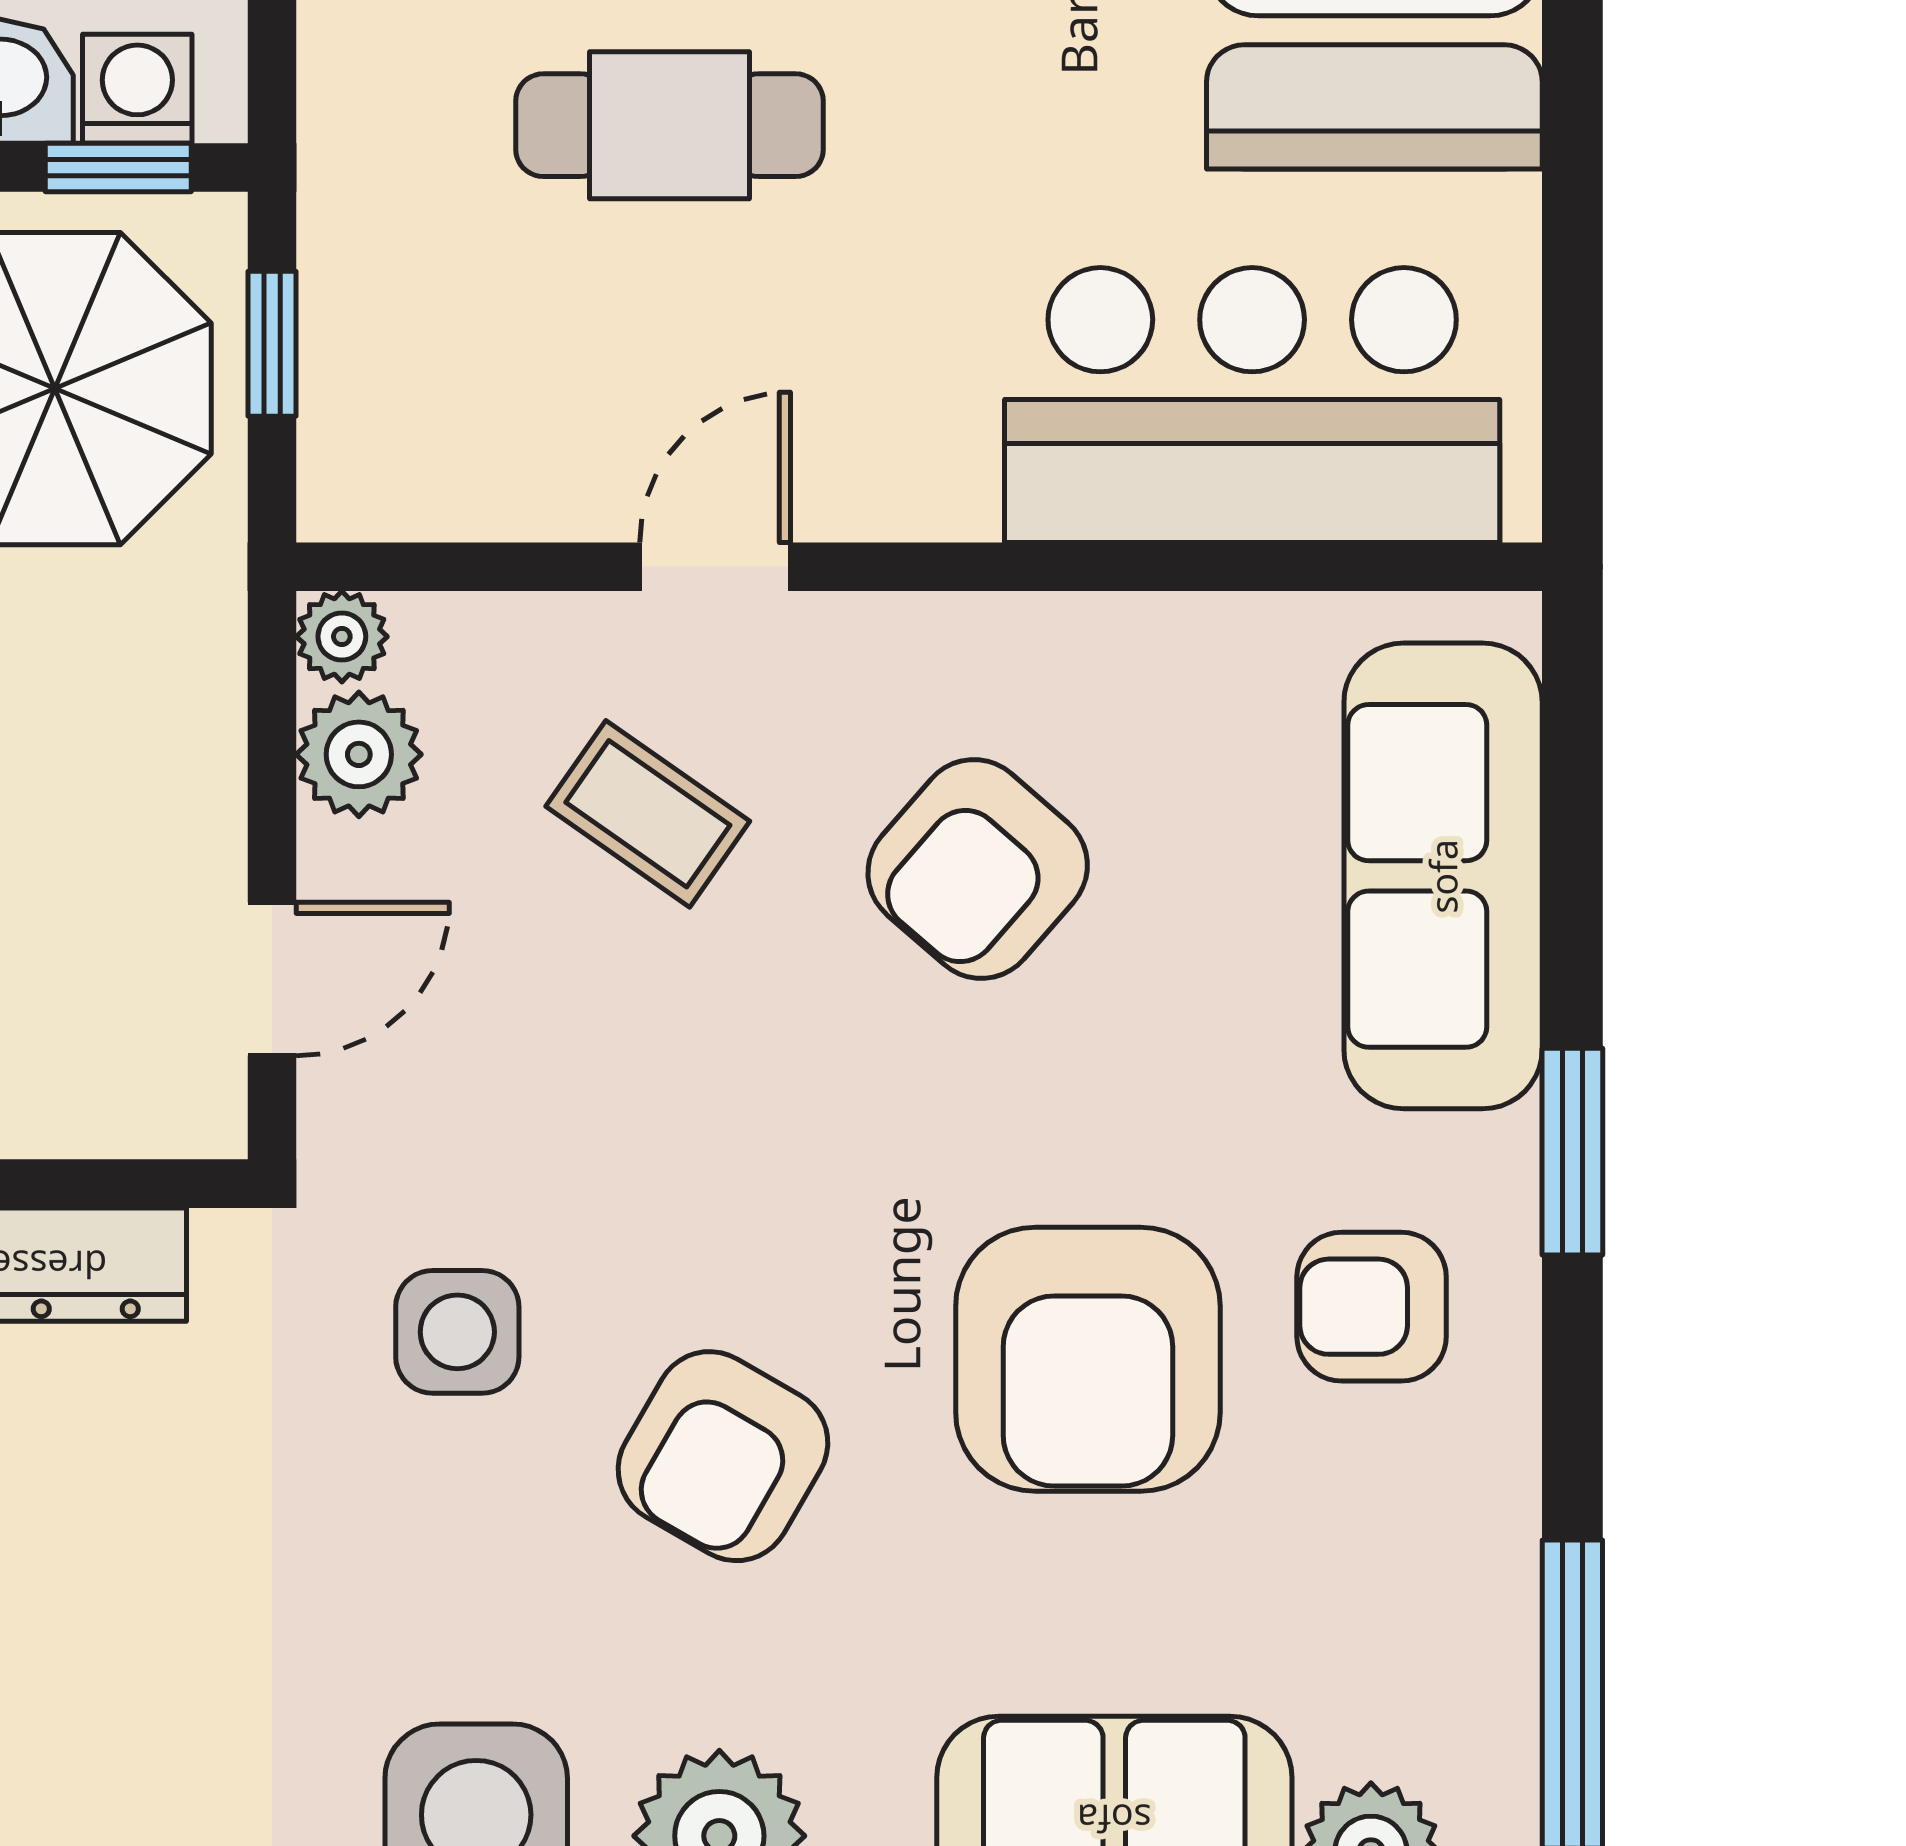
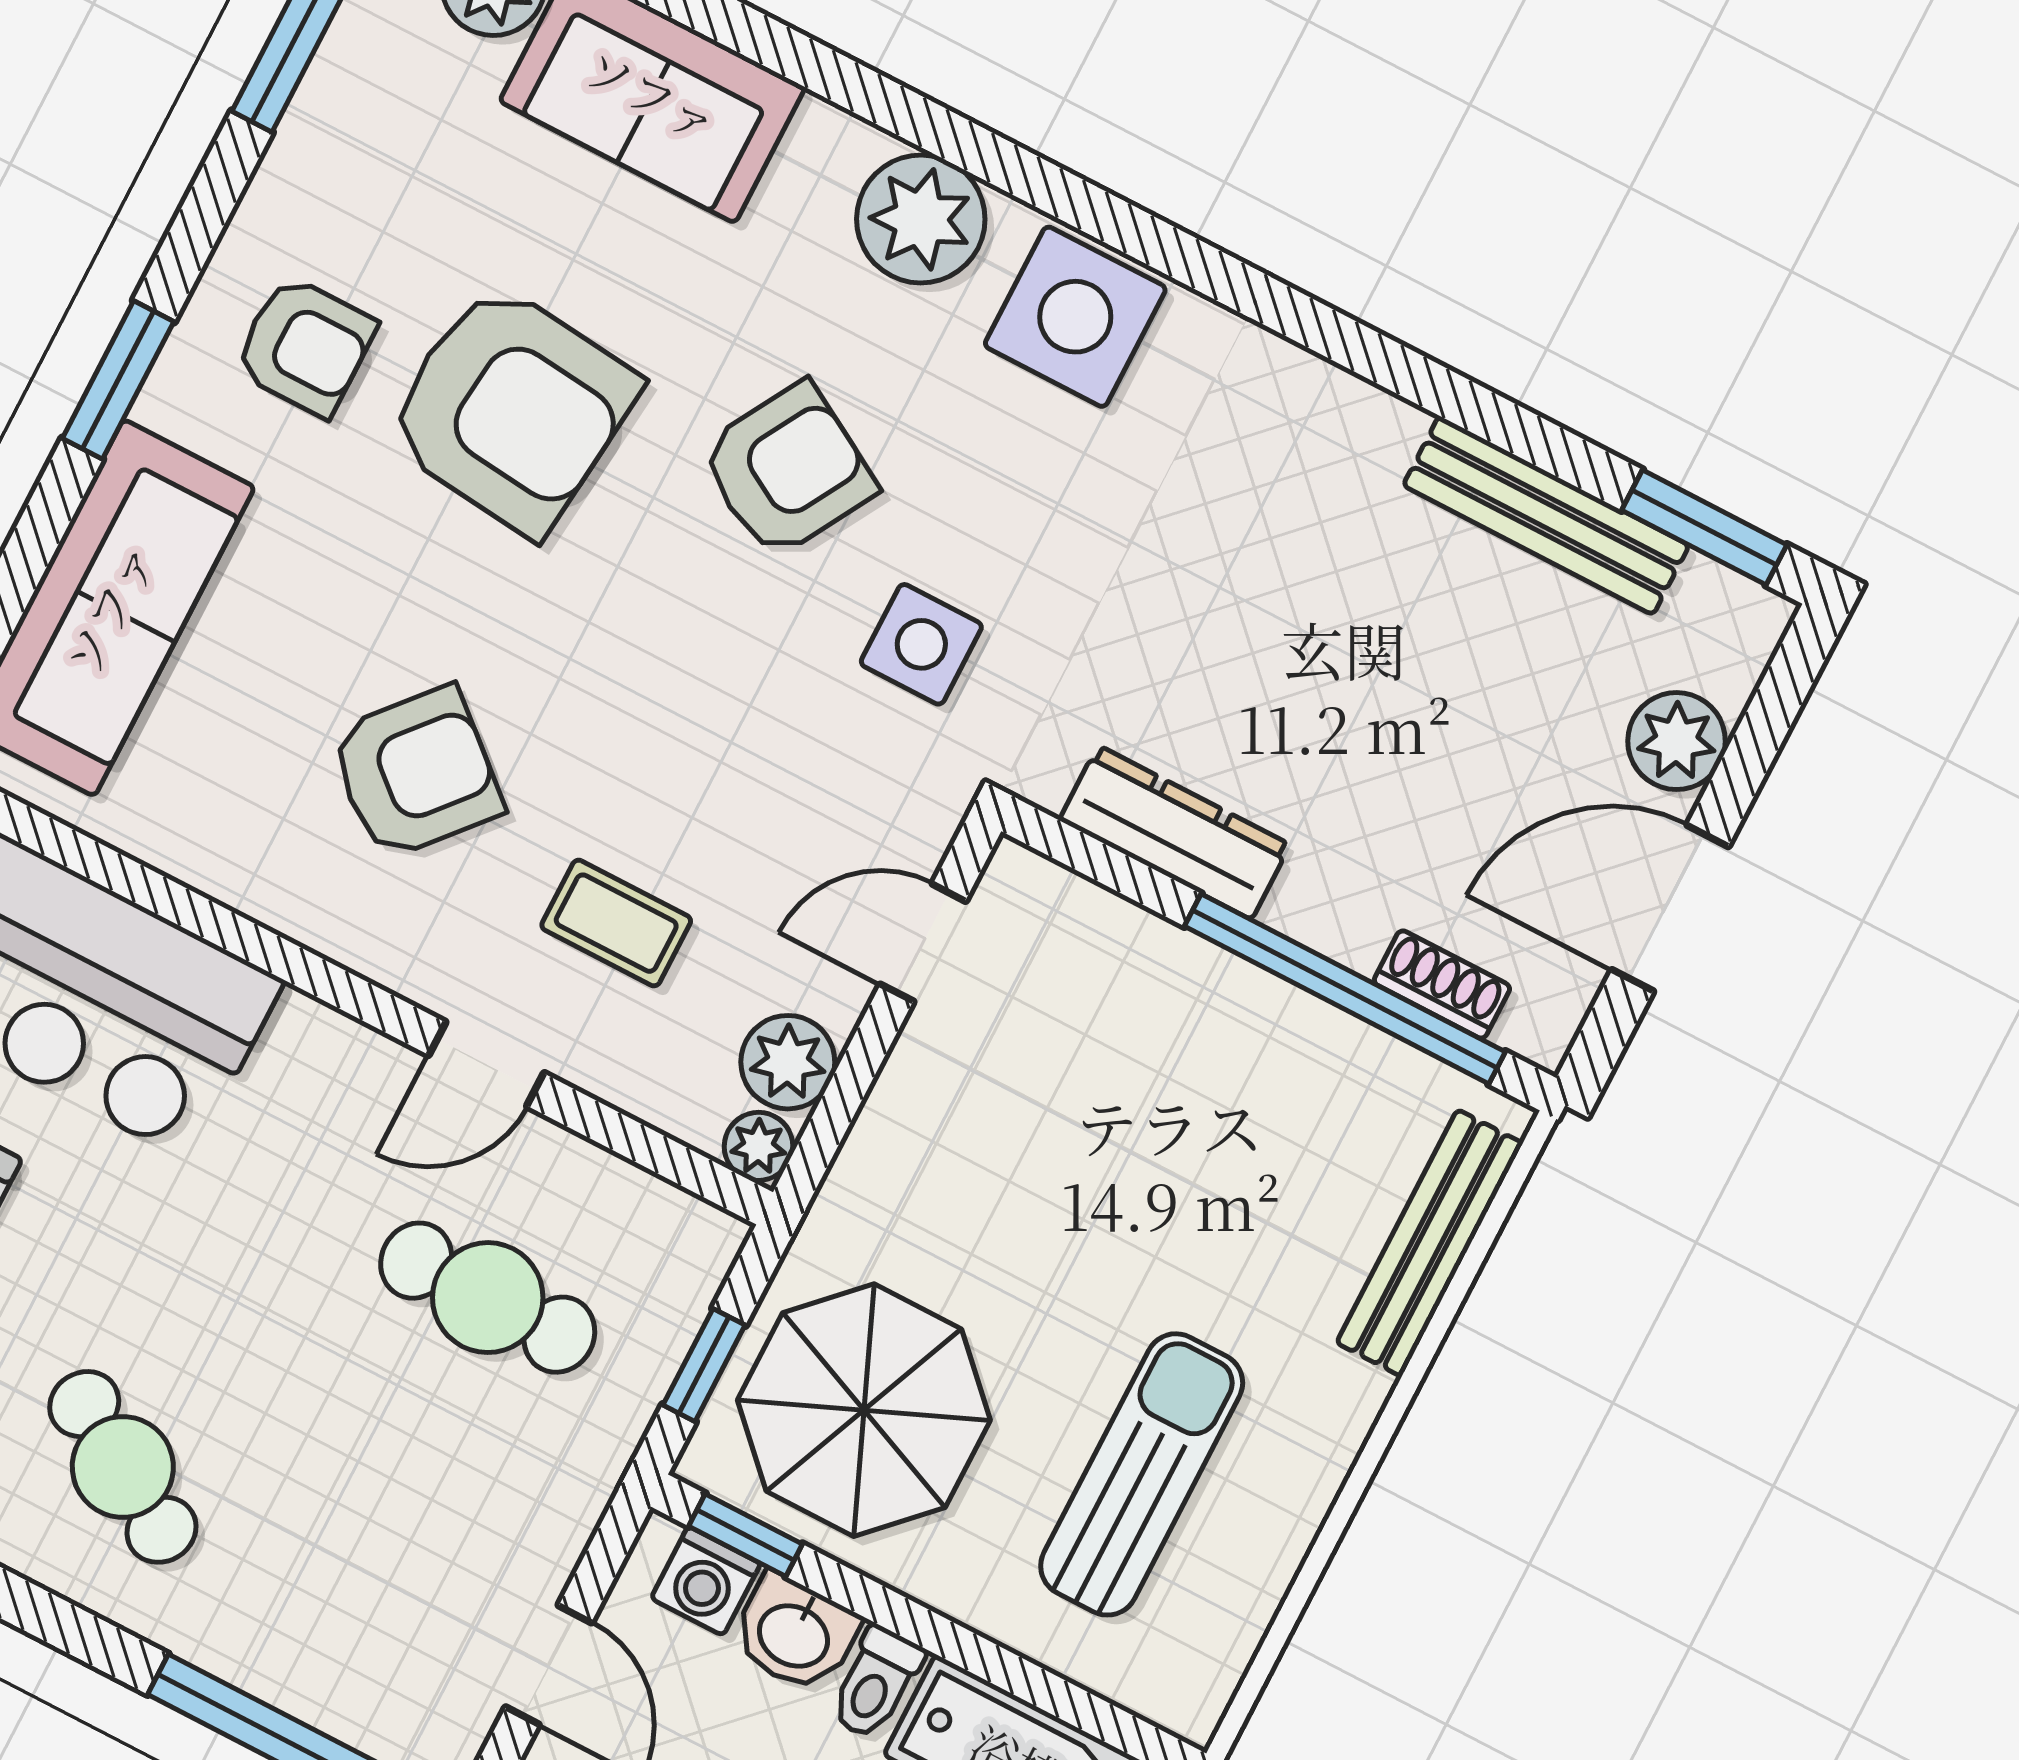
cafe table: (669, 125) -> (488, 1298), moved
coffee table: (648, 814) -> (616, 923), turned -35
armchair: (1088, 1359) -> (512, 409), turned 96

